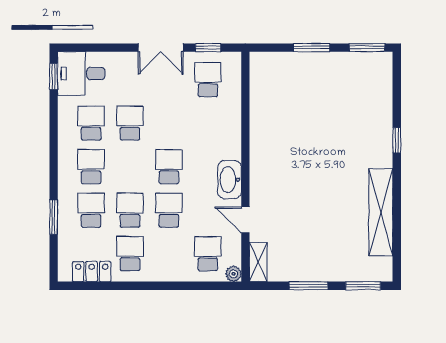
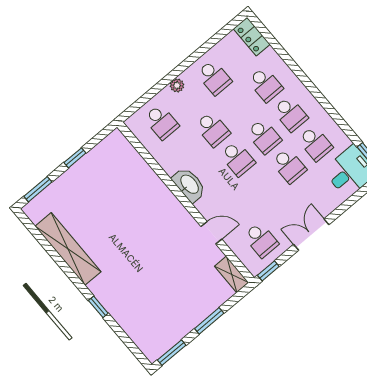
window: (208, 48) -> (268, 271), moved
school desk: (130, 210) -> (264, 136), moved
window: (54, 217) -> (287, 58), removed
door: (245, 220) -> (211, 233), moved
shelving: (258, 262) -> (232, 274), moved
locker: (92, 271) -> (252, 37), moved, turned 90
plant: (233, 274) -> (177, 85), moved
window: (308, 286) -> (75, 158), width x0.67

